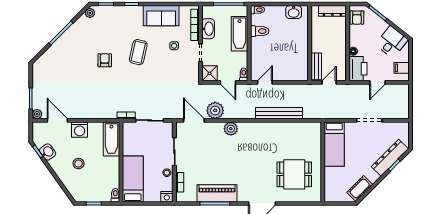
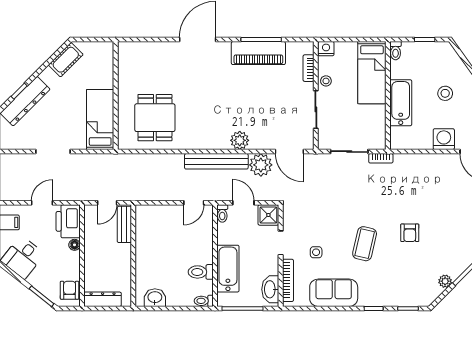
plant: (90, 13) -> (445, 281), moved
washbasin: (208, 29) -> (270, 289), moved
bench: (279, 113) -> (216, 161), moved
bathtub: (111, 139) -> (401, 103), moved
dining table: (294, 174) -> (155, 118), moved, turned 90

